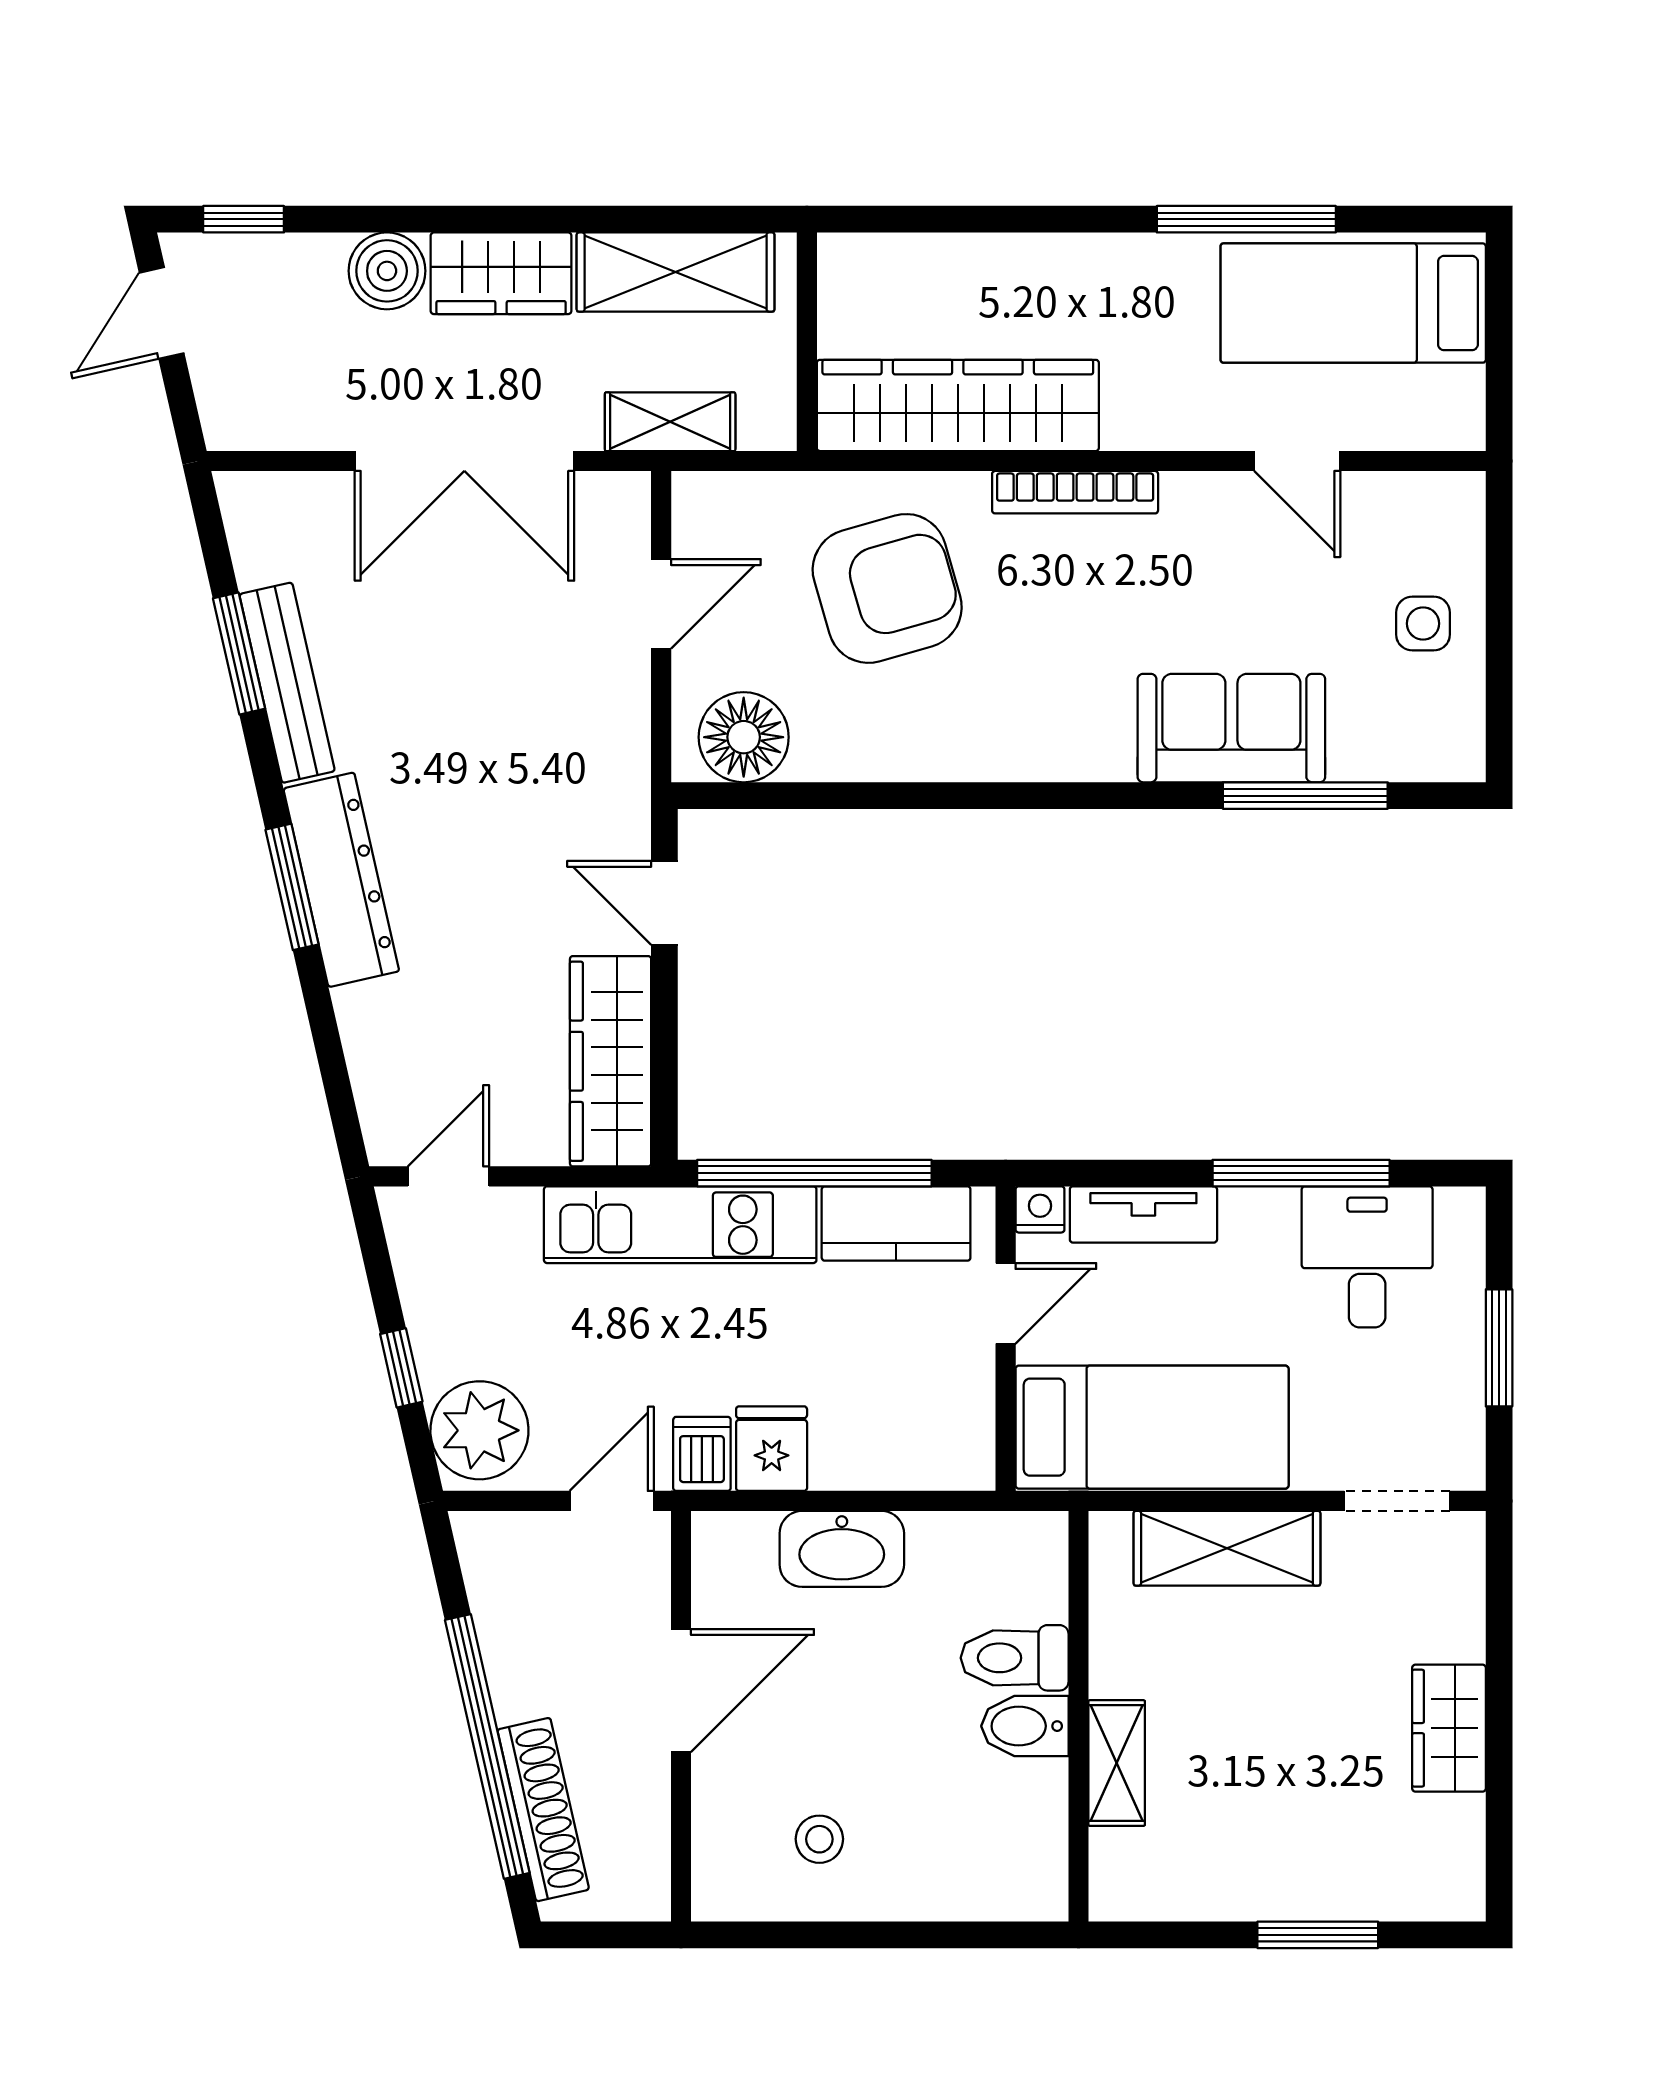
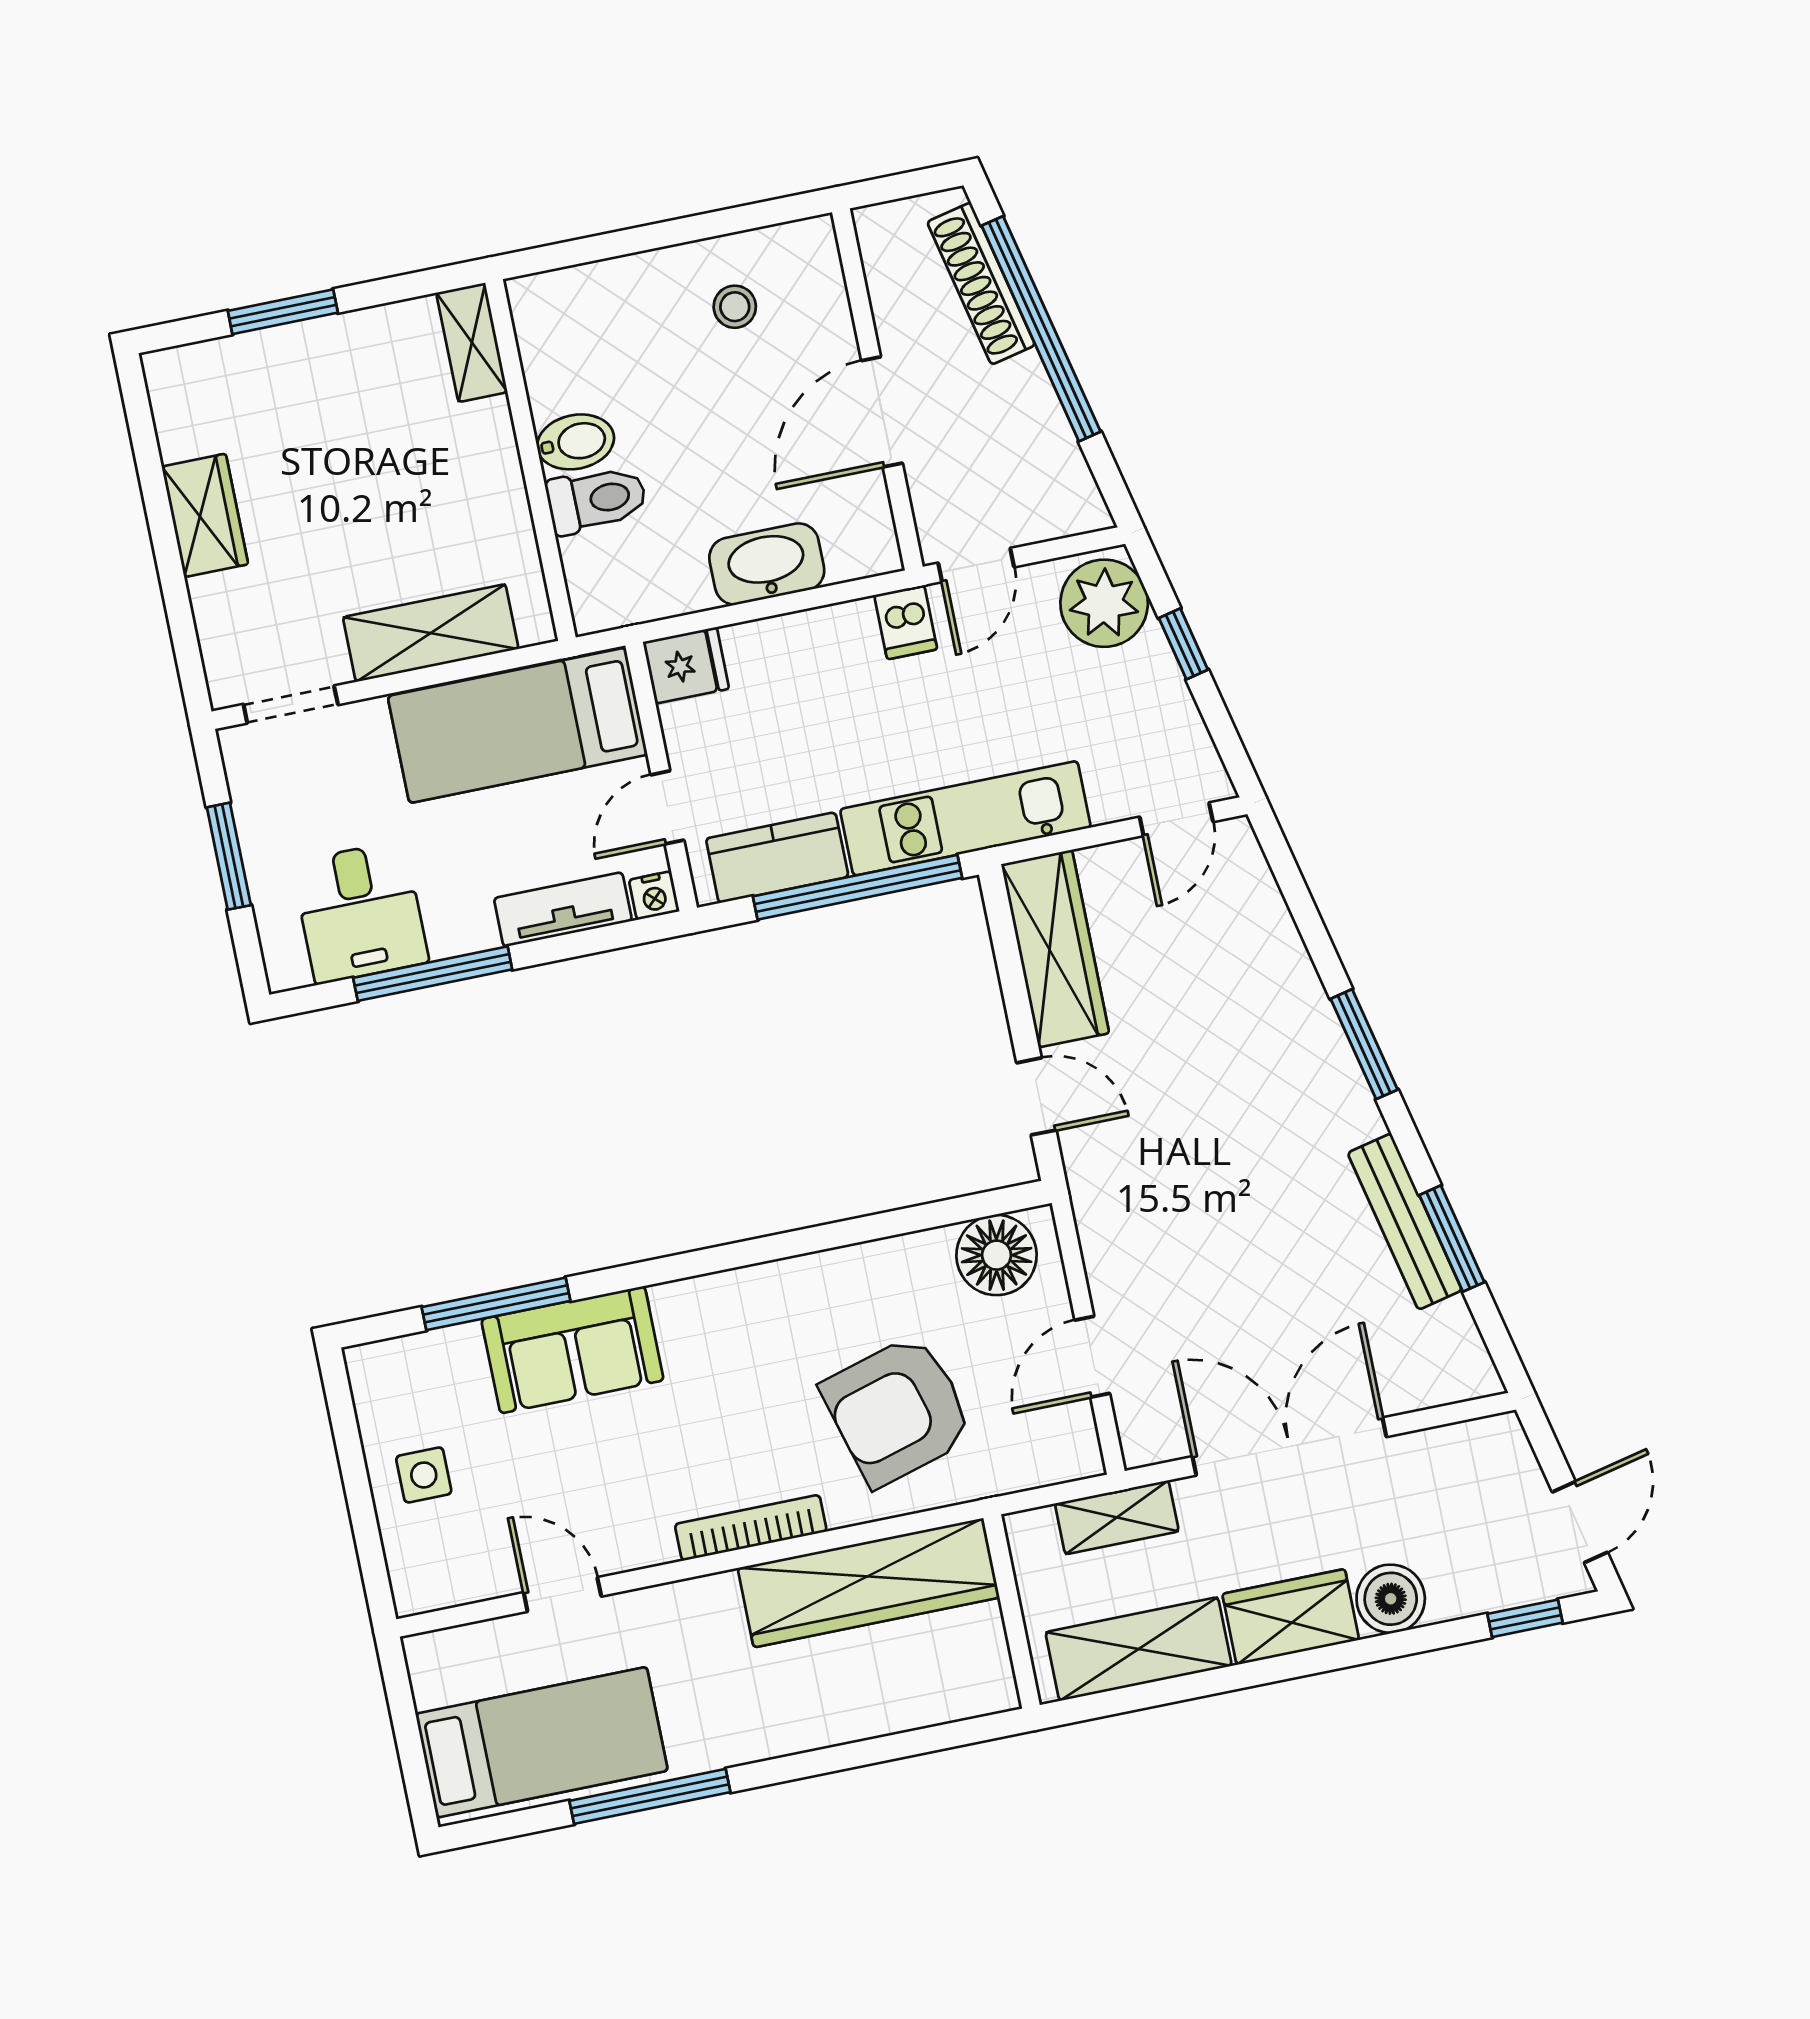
dresser: (341, 880) -> (1322, 1059), removed
fridge: (772, 1449) -> (686, 665), moved, turned -90
shelving: (1117, 1763) -> (472, 342), moved

